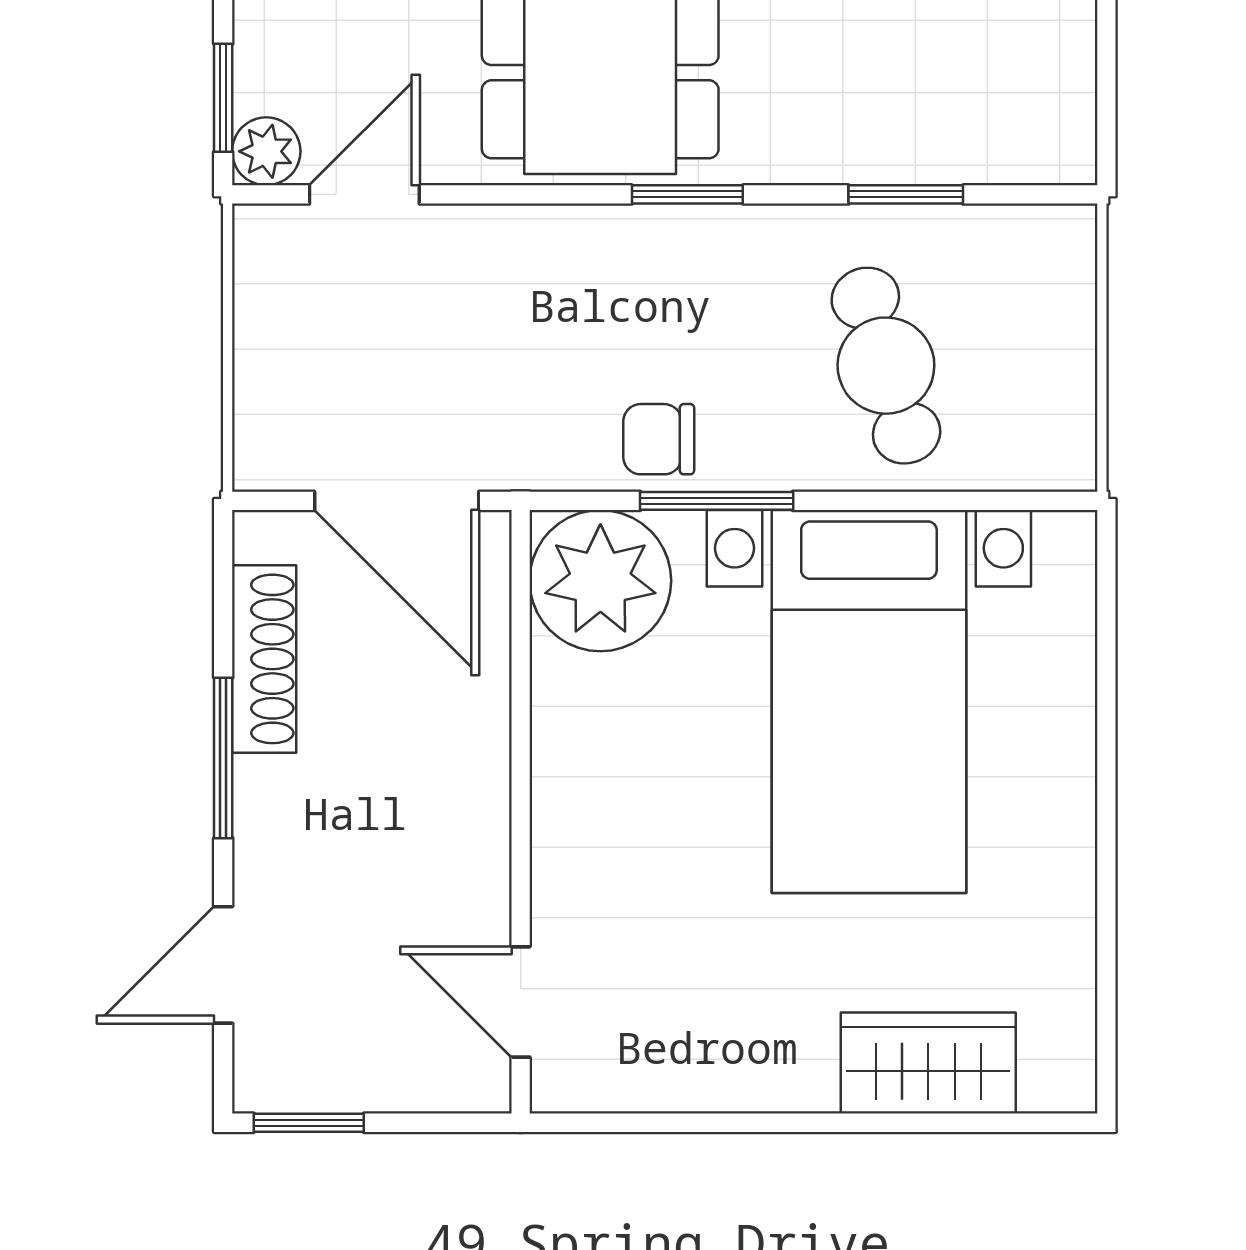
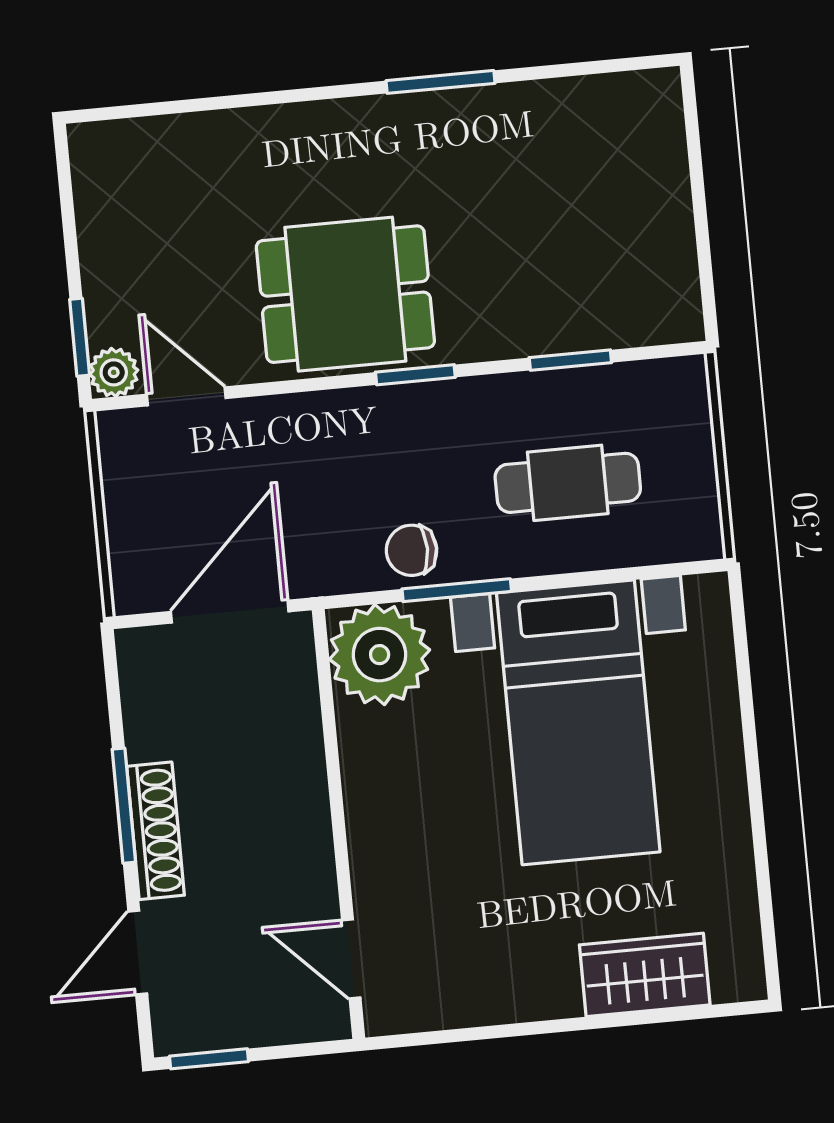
door: (364, 194) -> (186, 396), hinge flipped
cafe table: (886, 366) -> (568, 483), turned -73
door: (397, 501) -> (230, 612), swing flipped
shoe rack: (264, 659) -> (155, 831), moved

